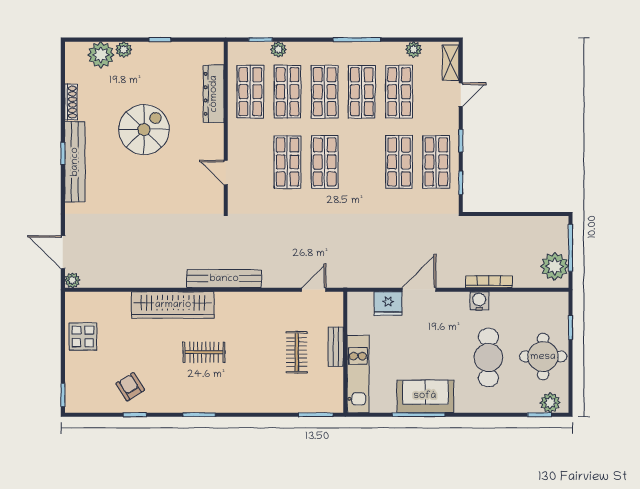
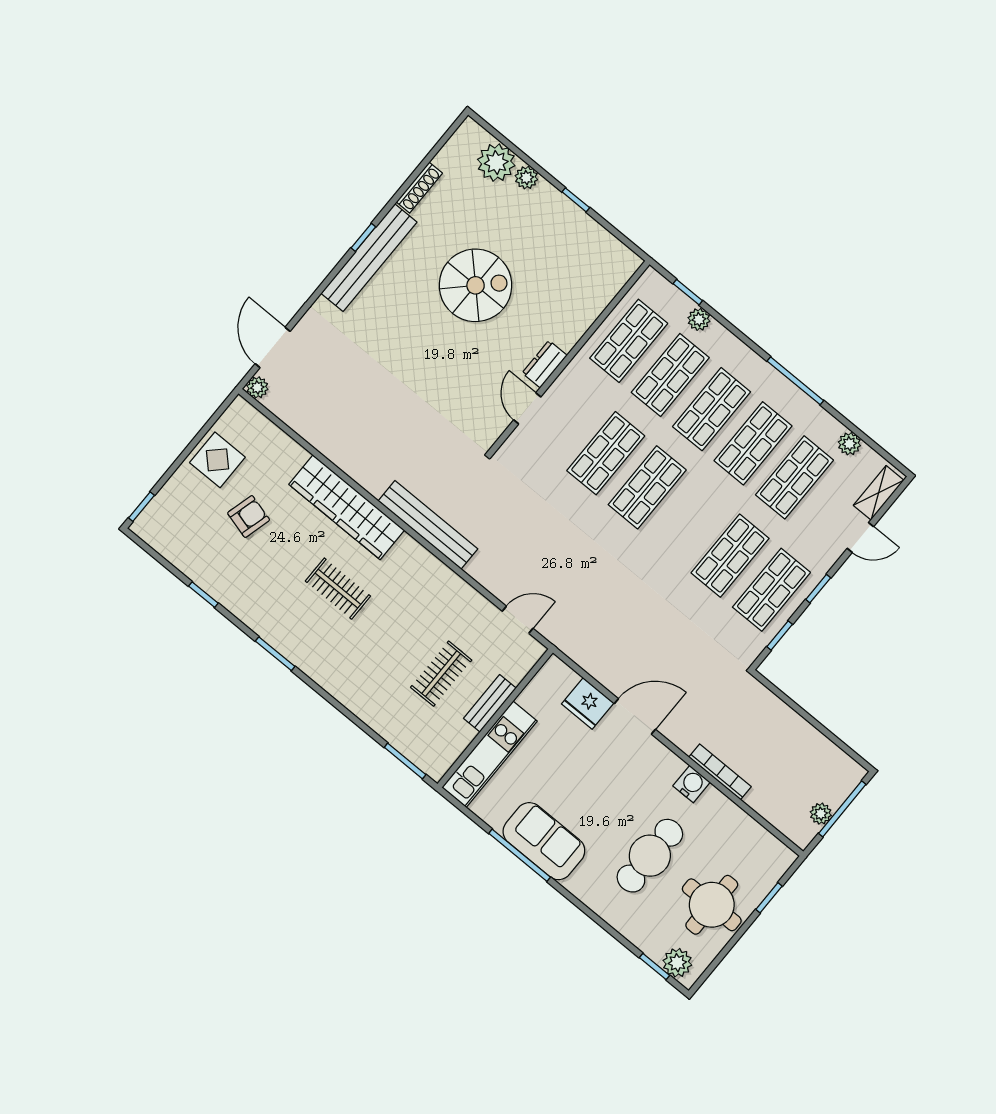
dresser: (214, 94) -> (545, 364), moved, width x0.51, depth x0.80
plant: (555, 266) -> (821, 814), width x0.53, depth x0.53
armchair: (130, 387) -> (249, 516), moved, turned 47

